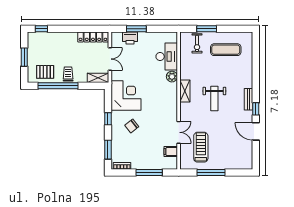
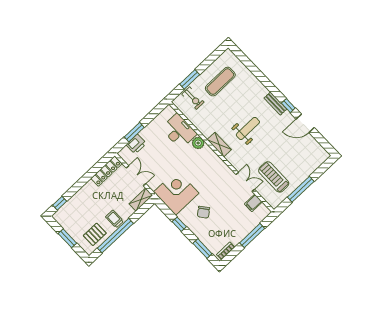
weight bench: (214, 98) -> (248, 128), turned -90

